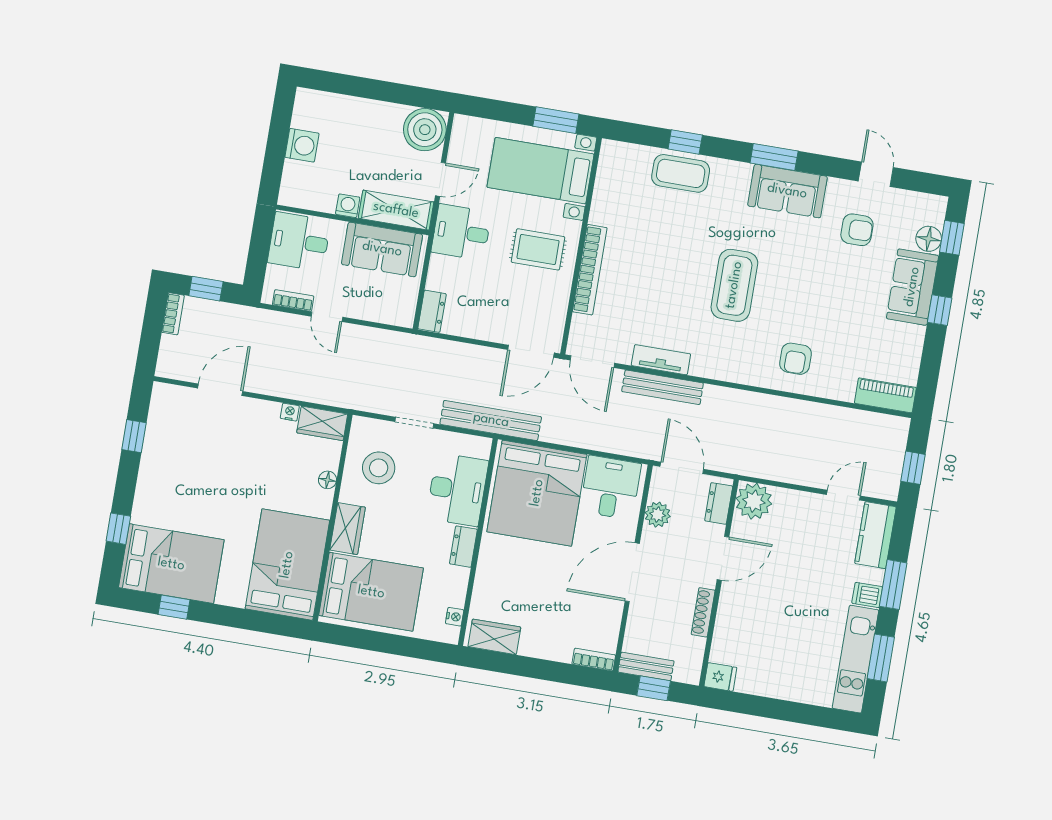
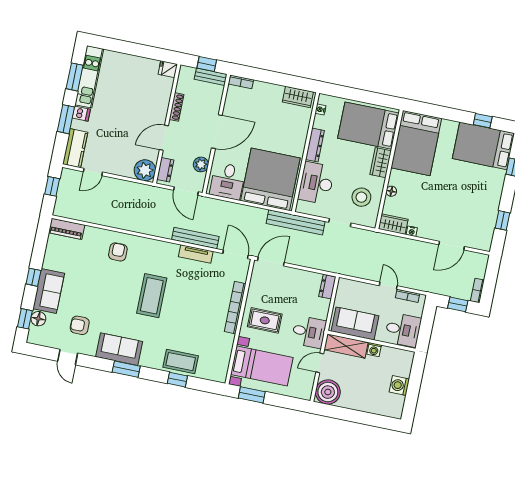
dresser: (463, 547) -> (315, 145), width x1.44

